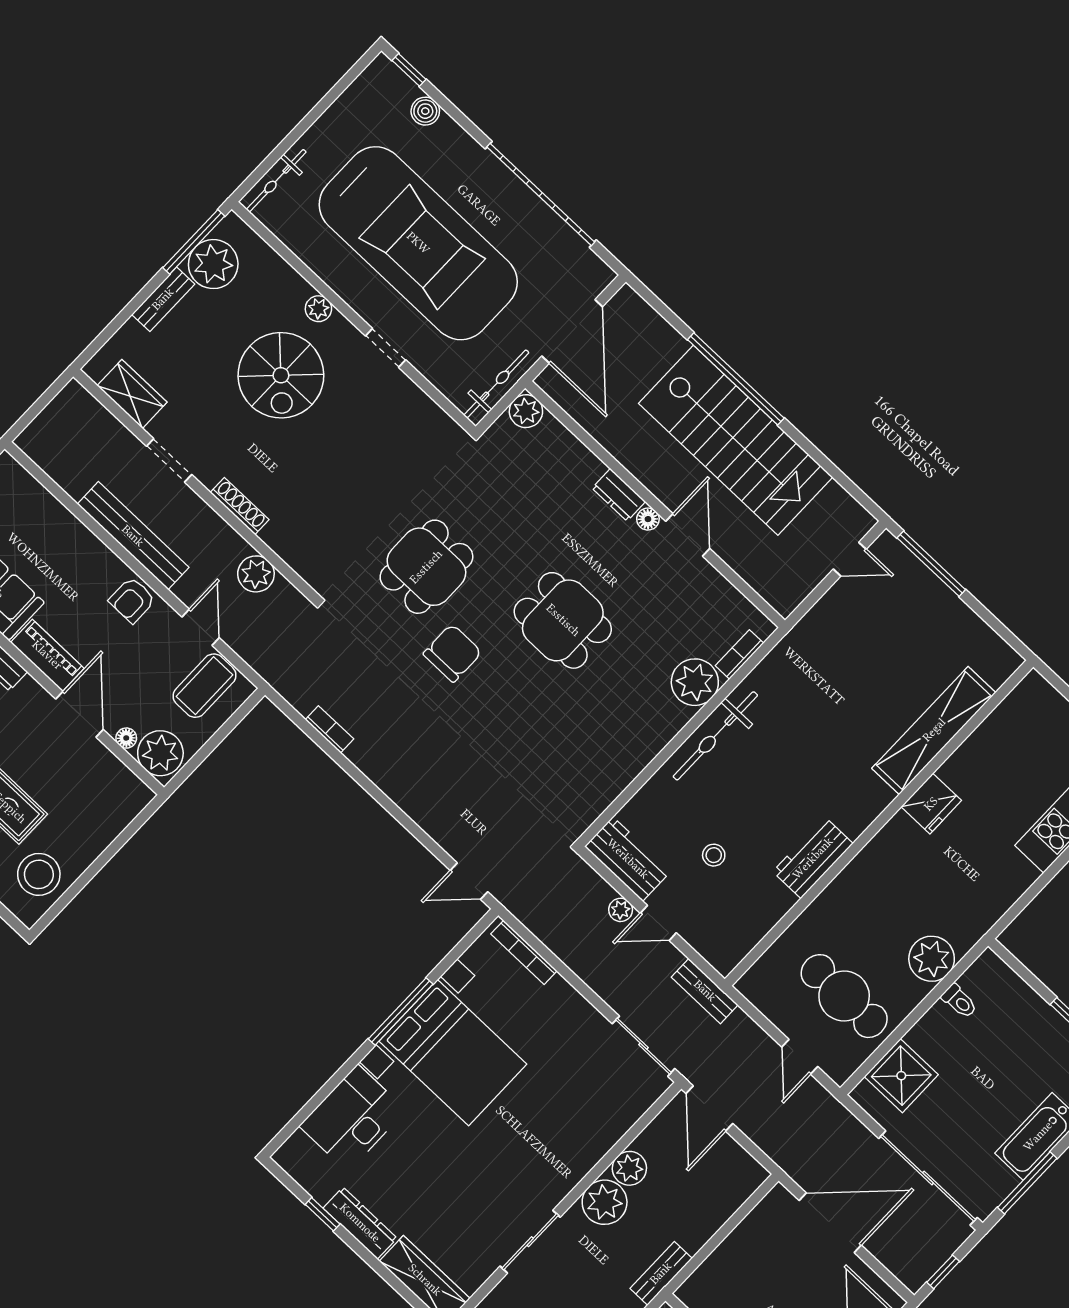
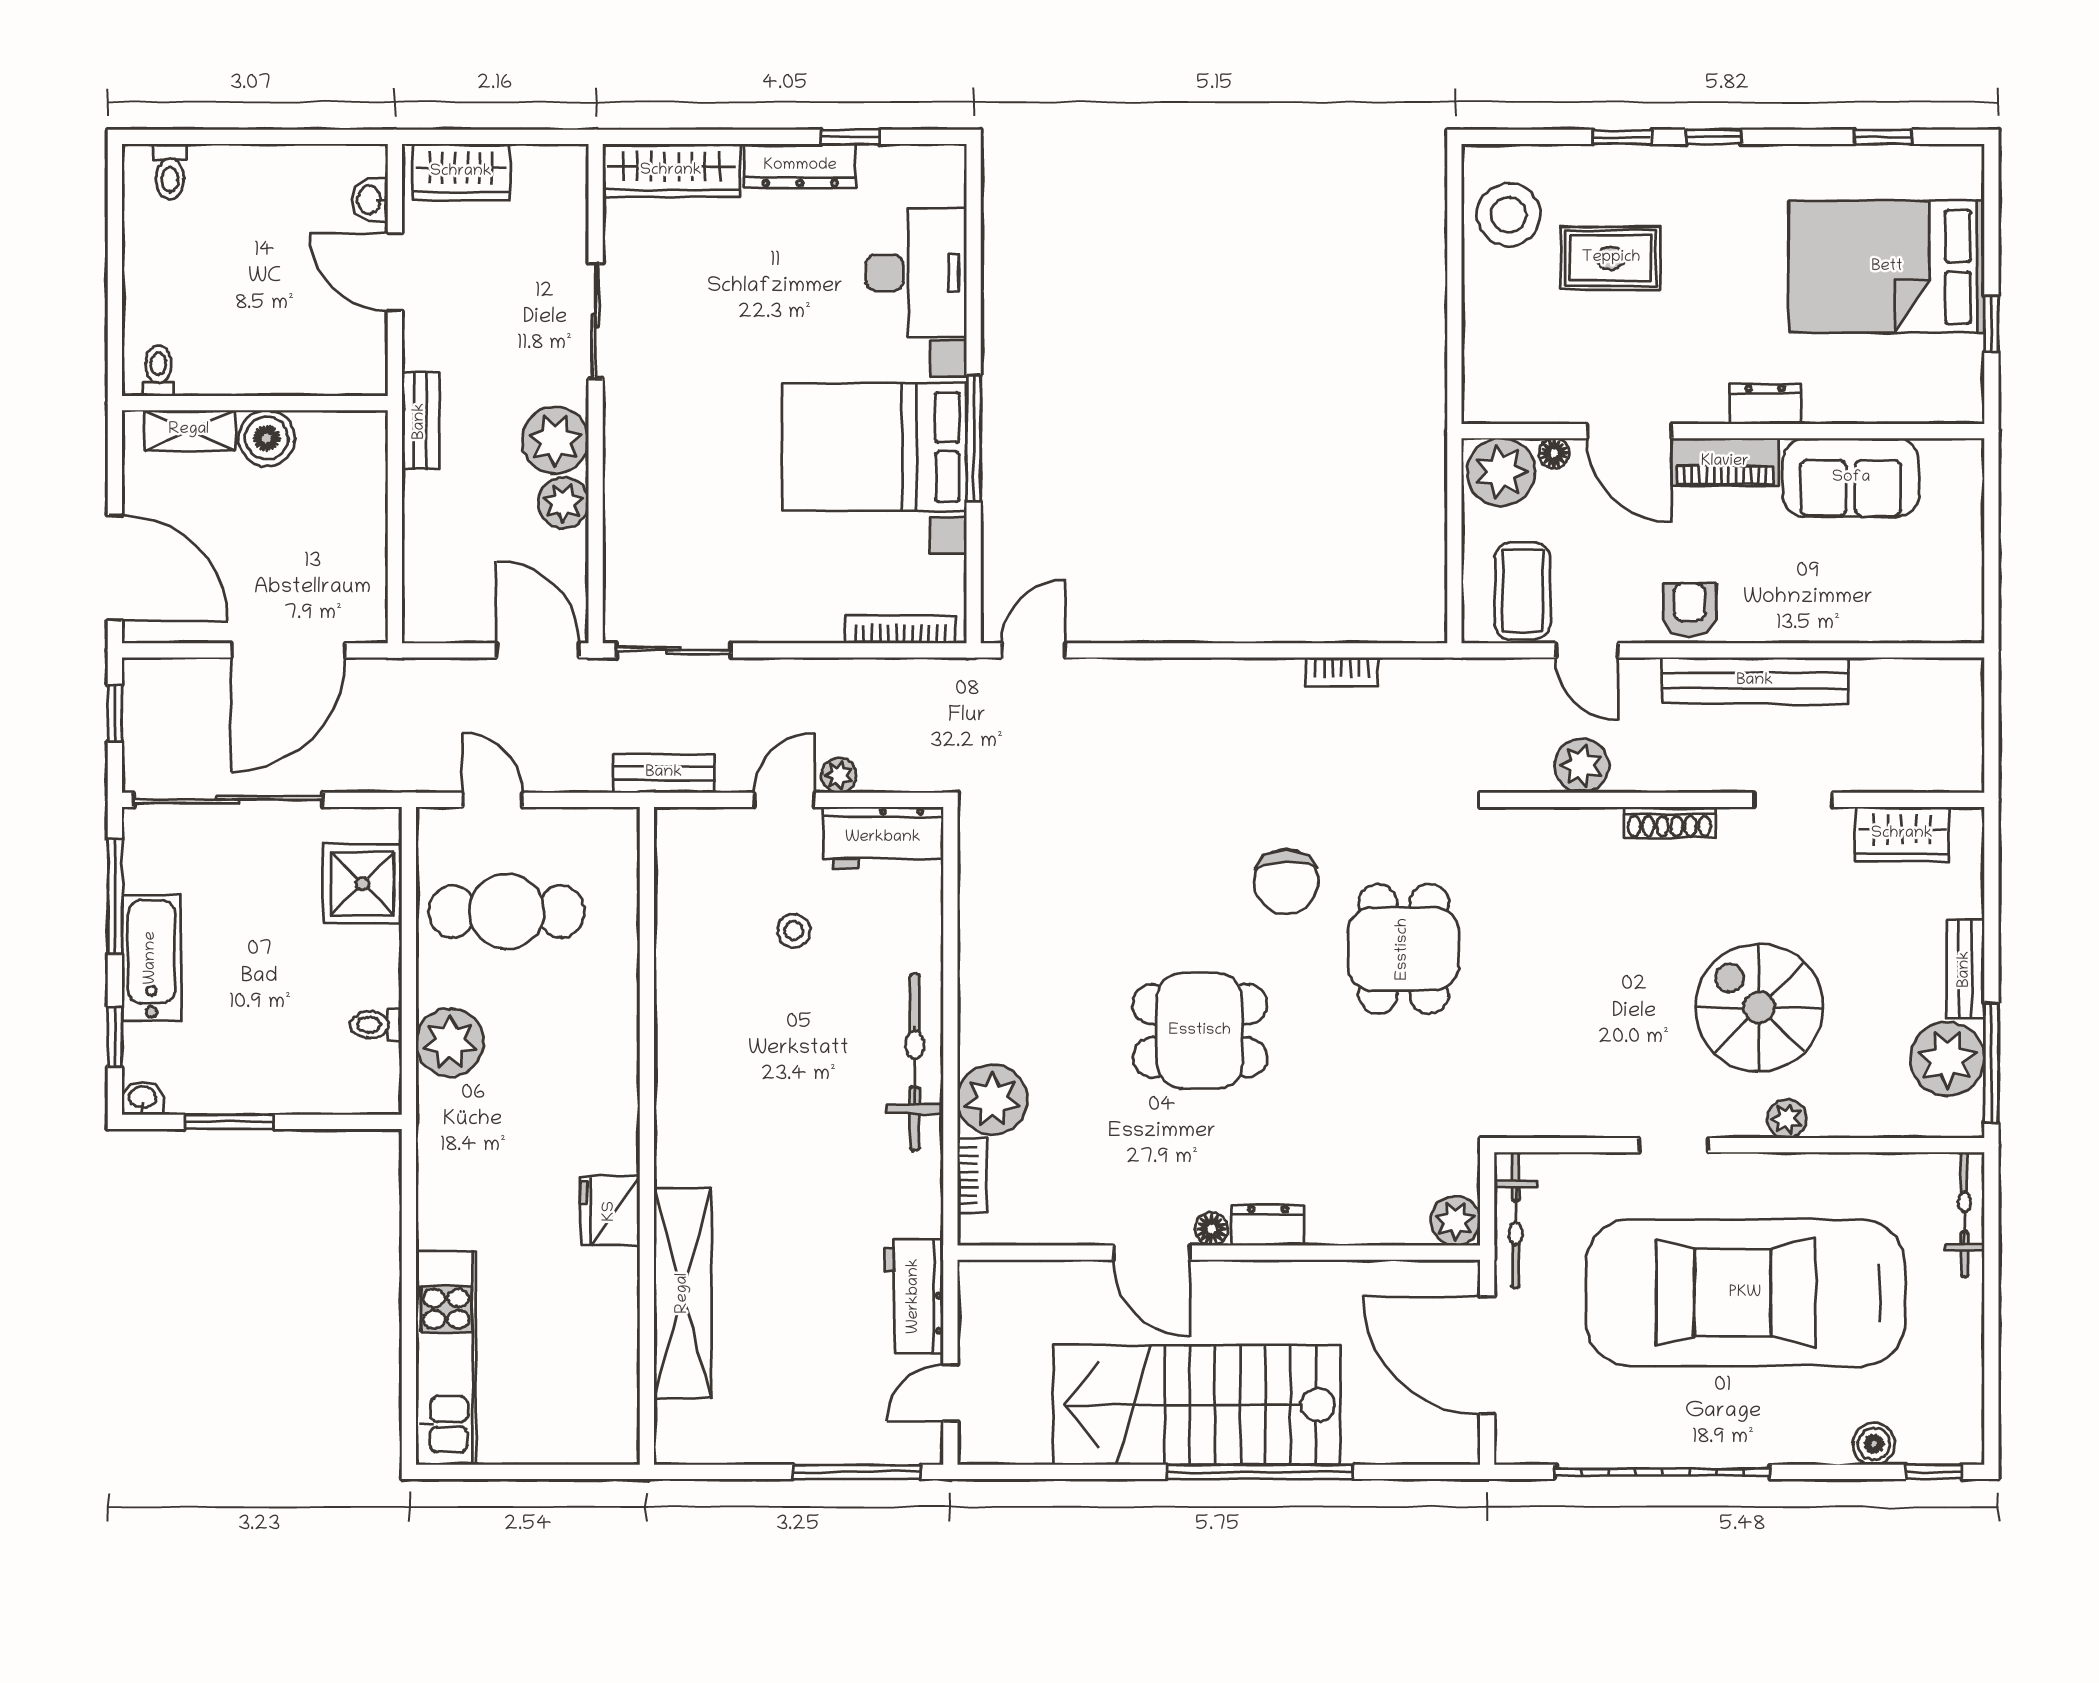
workbench: (813, 858) -> (914, 1296), moved, turned 180

